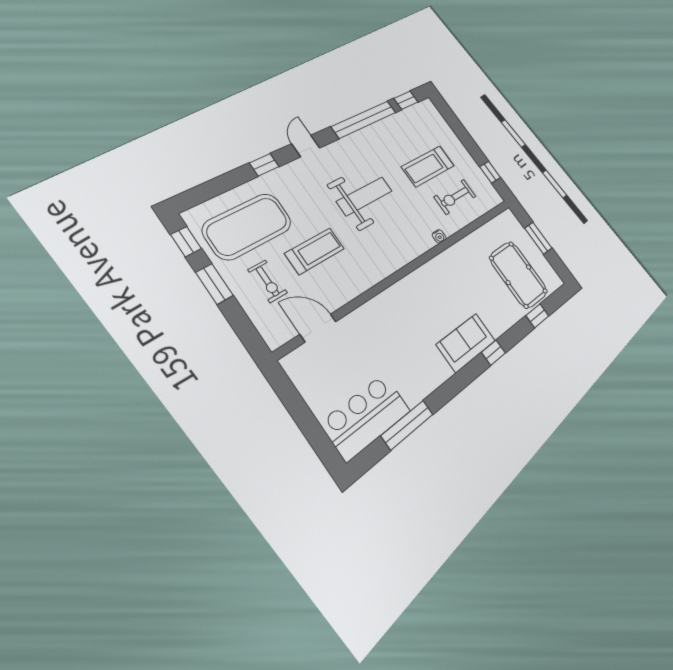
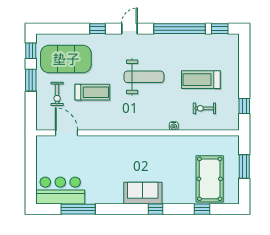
exercise bike: (455, 197) -> (204, 108), width x0.73, depth x0.72

